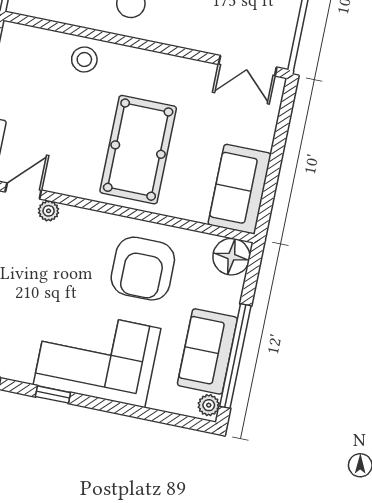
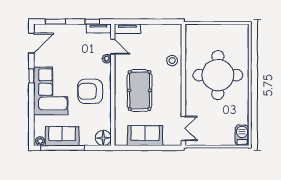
double door: (248, 66) -> (183, 128), swing flipped
pool table: (138, 150) -> (140, 90), turned 90
sofa: (240, 189) -> (145, 136), moved
armchair: (143, 269) -> (90, 91), moved

